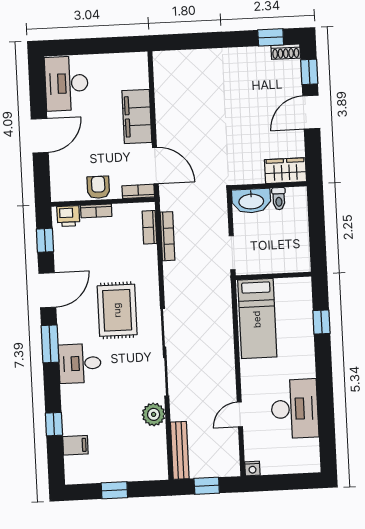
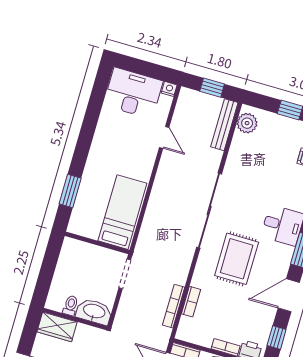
bookcase: (149, 227) -> (191, 302), moved
window: (321, 322) -> (70, 191), width x1.50
desk: (295, 409) -> (133, 93), moved, turned 90
plant: (154, 414) -> (247, 123), moved
door: (240, 414) -> (164, 137), hinge flipped

